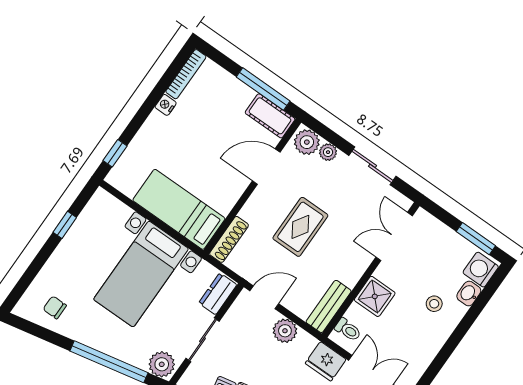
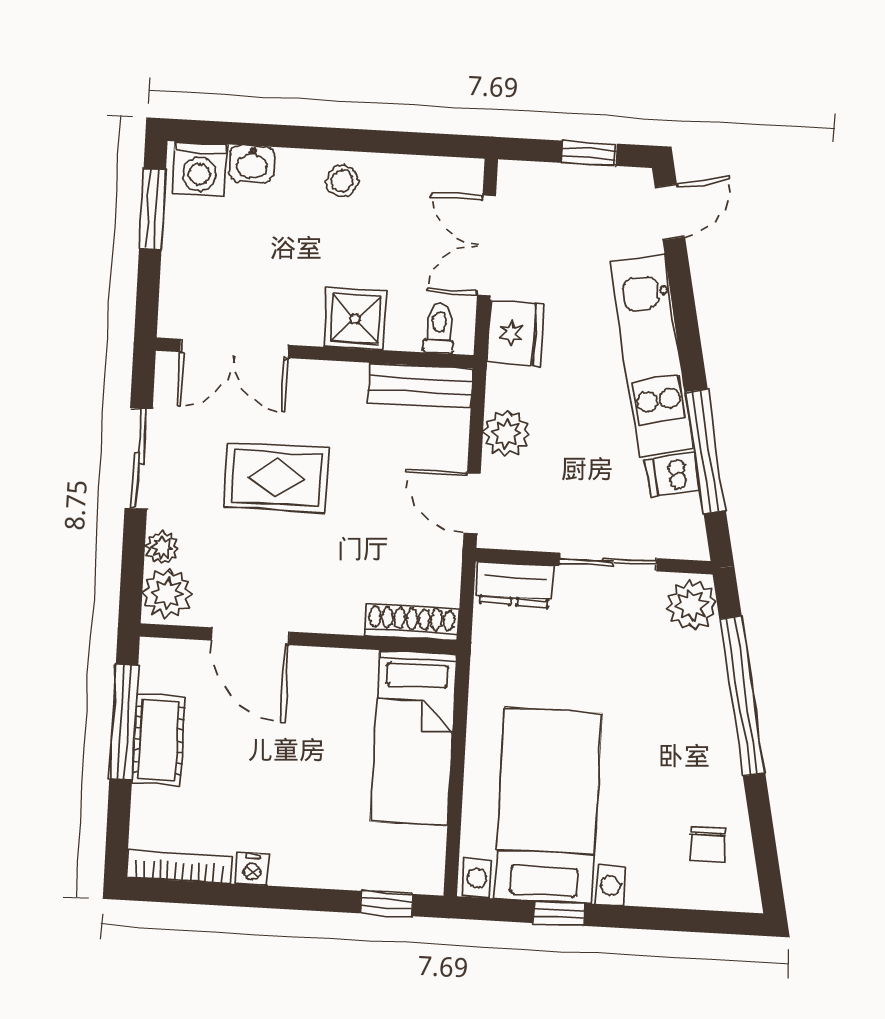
cot: (270, 116) -> (158, 740), moved
rug: (300, 227) -> (277, 478), moved
bed with nightstands: (141, 274) -> (548, 806), moved, turned -90
stool: (434, 304) -> (342, 181), moved

